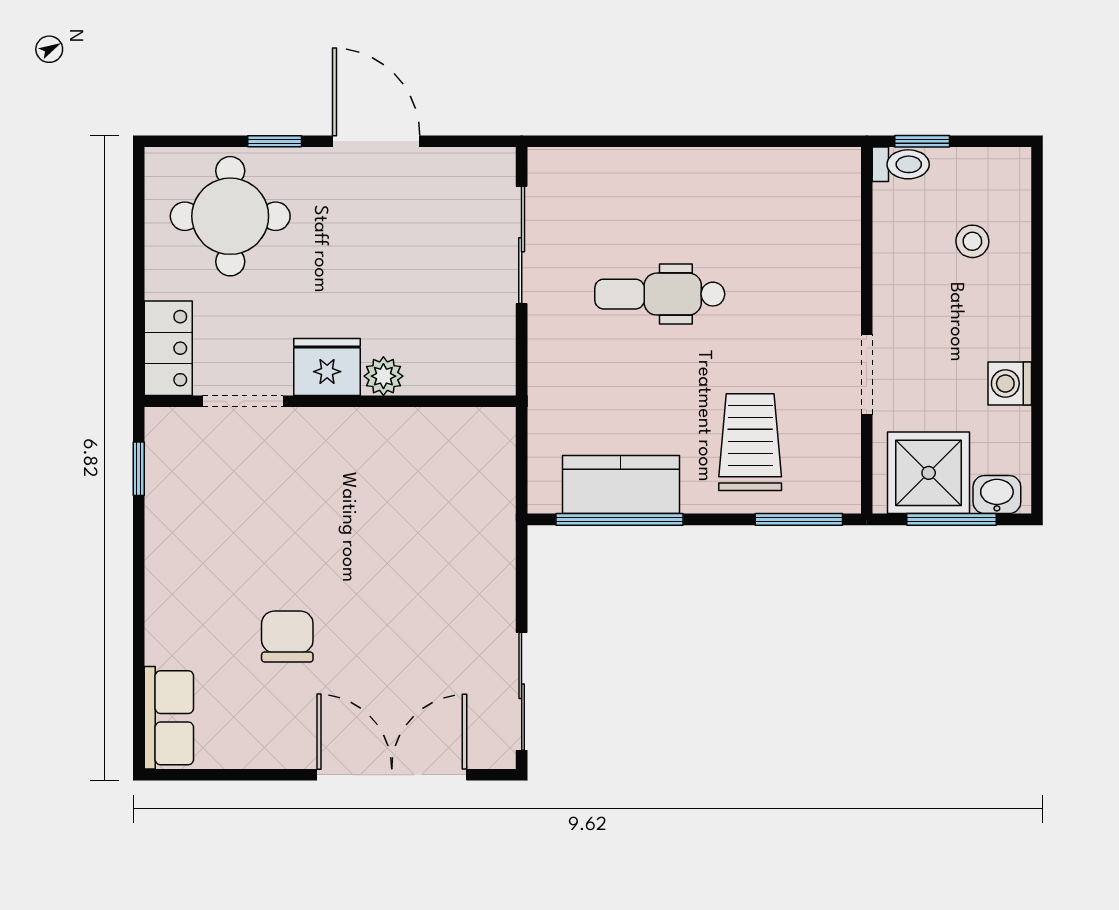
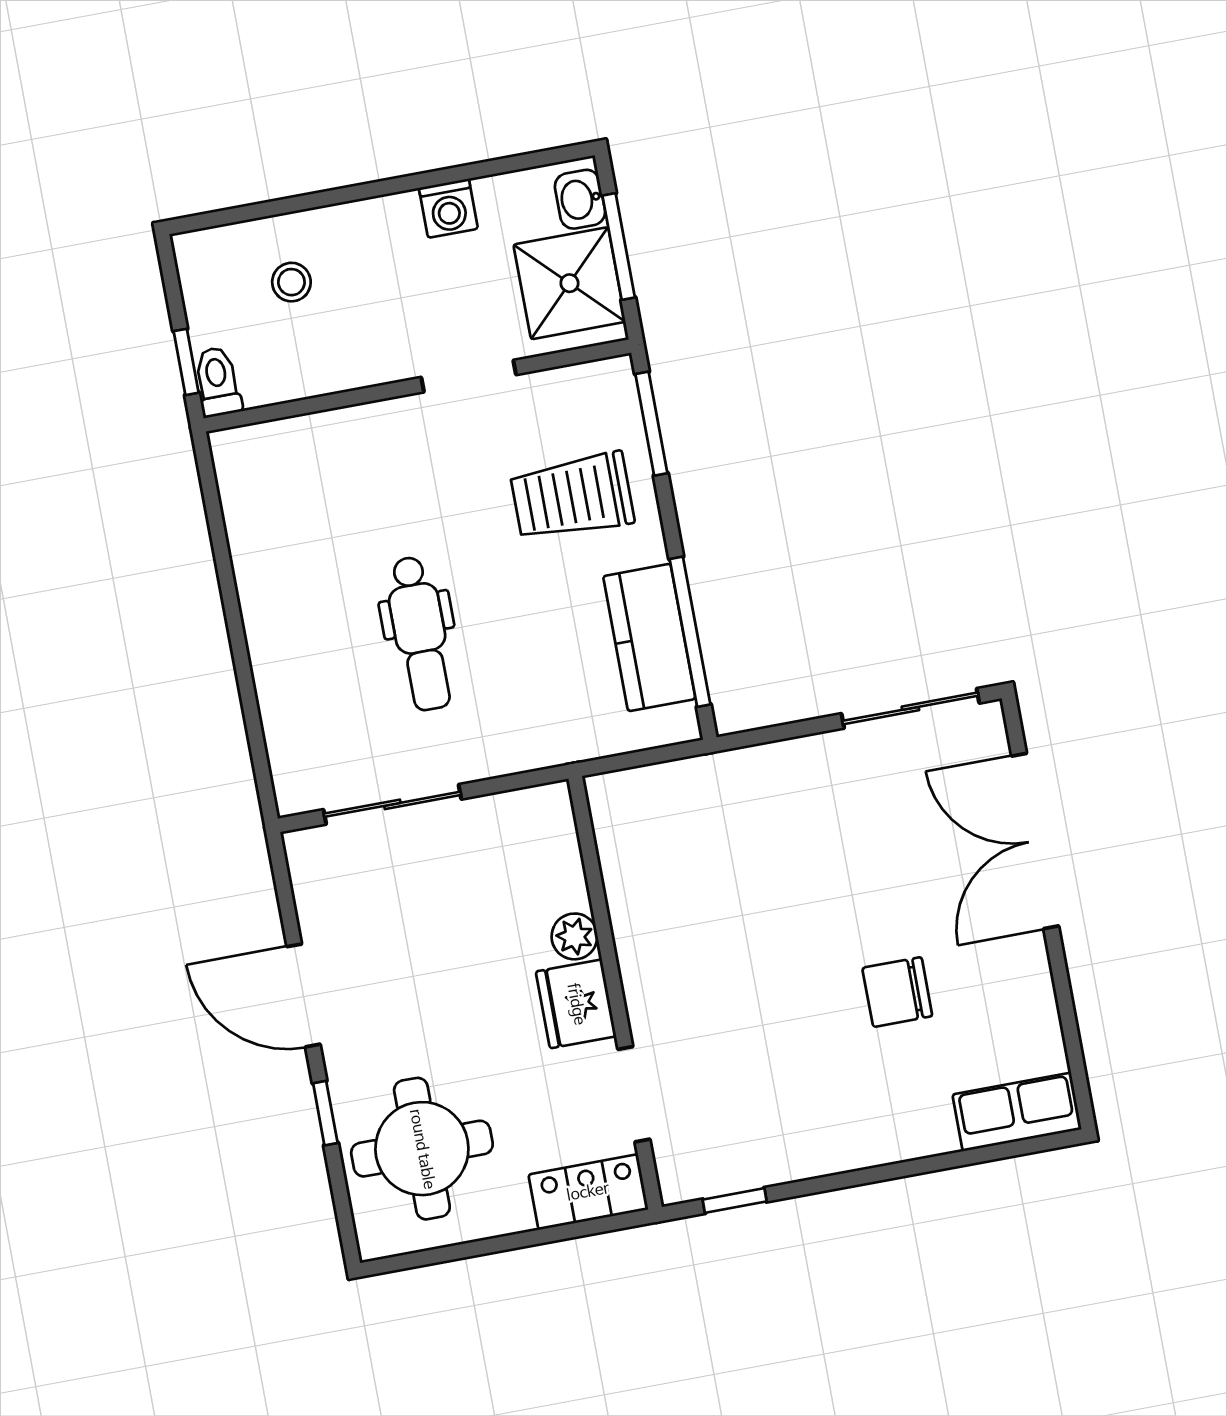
door: (376, 141) -> (304, 995), hinge flipped

